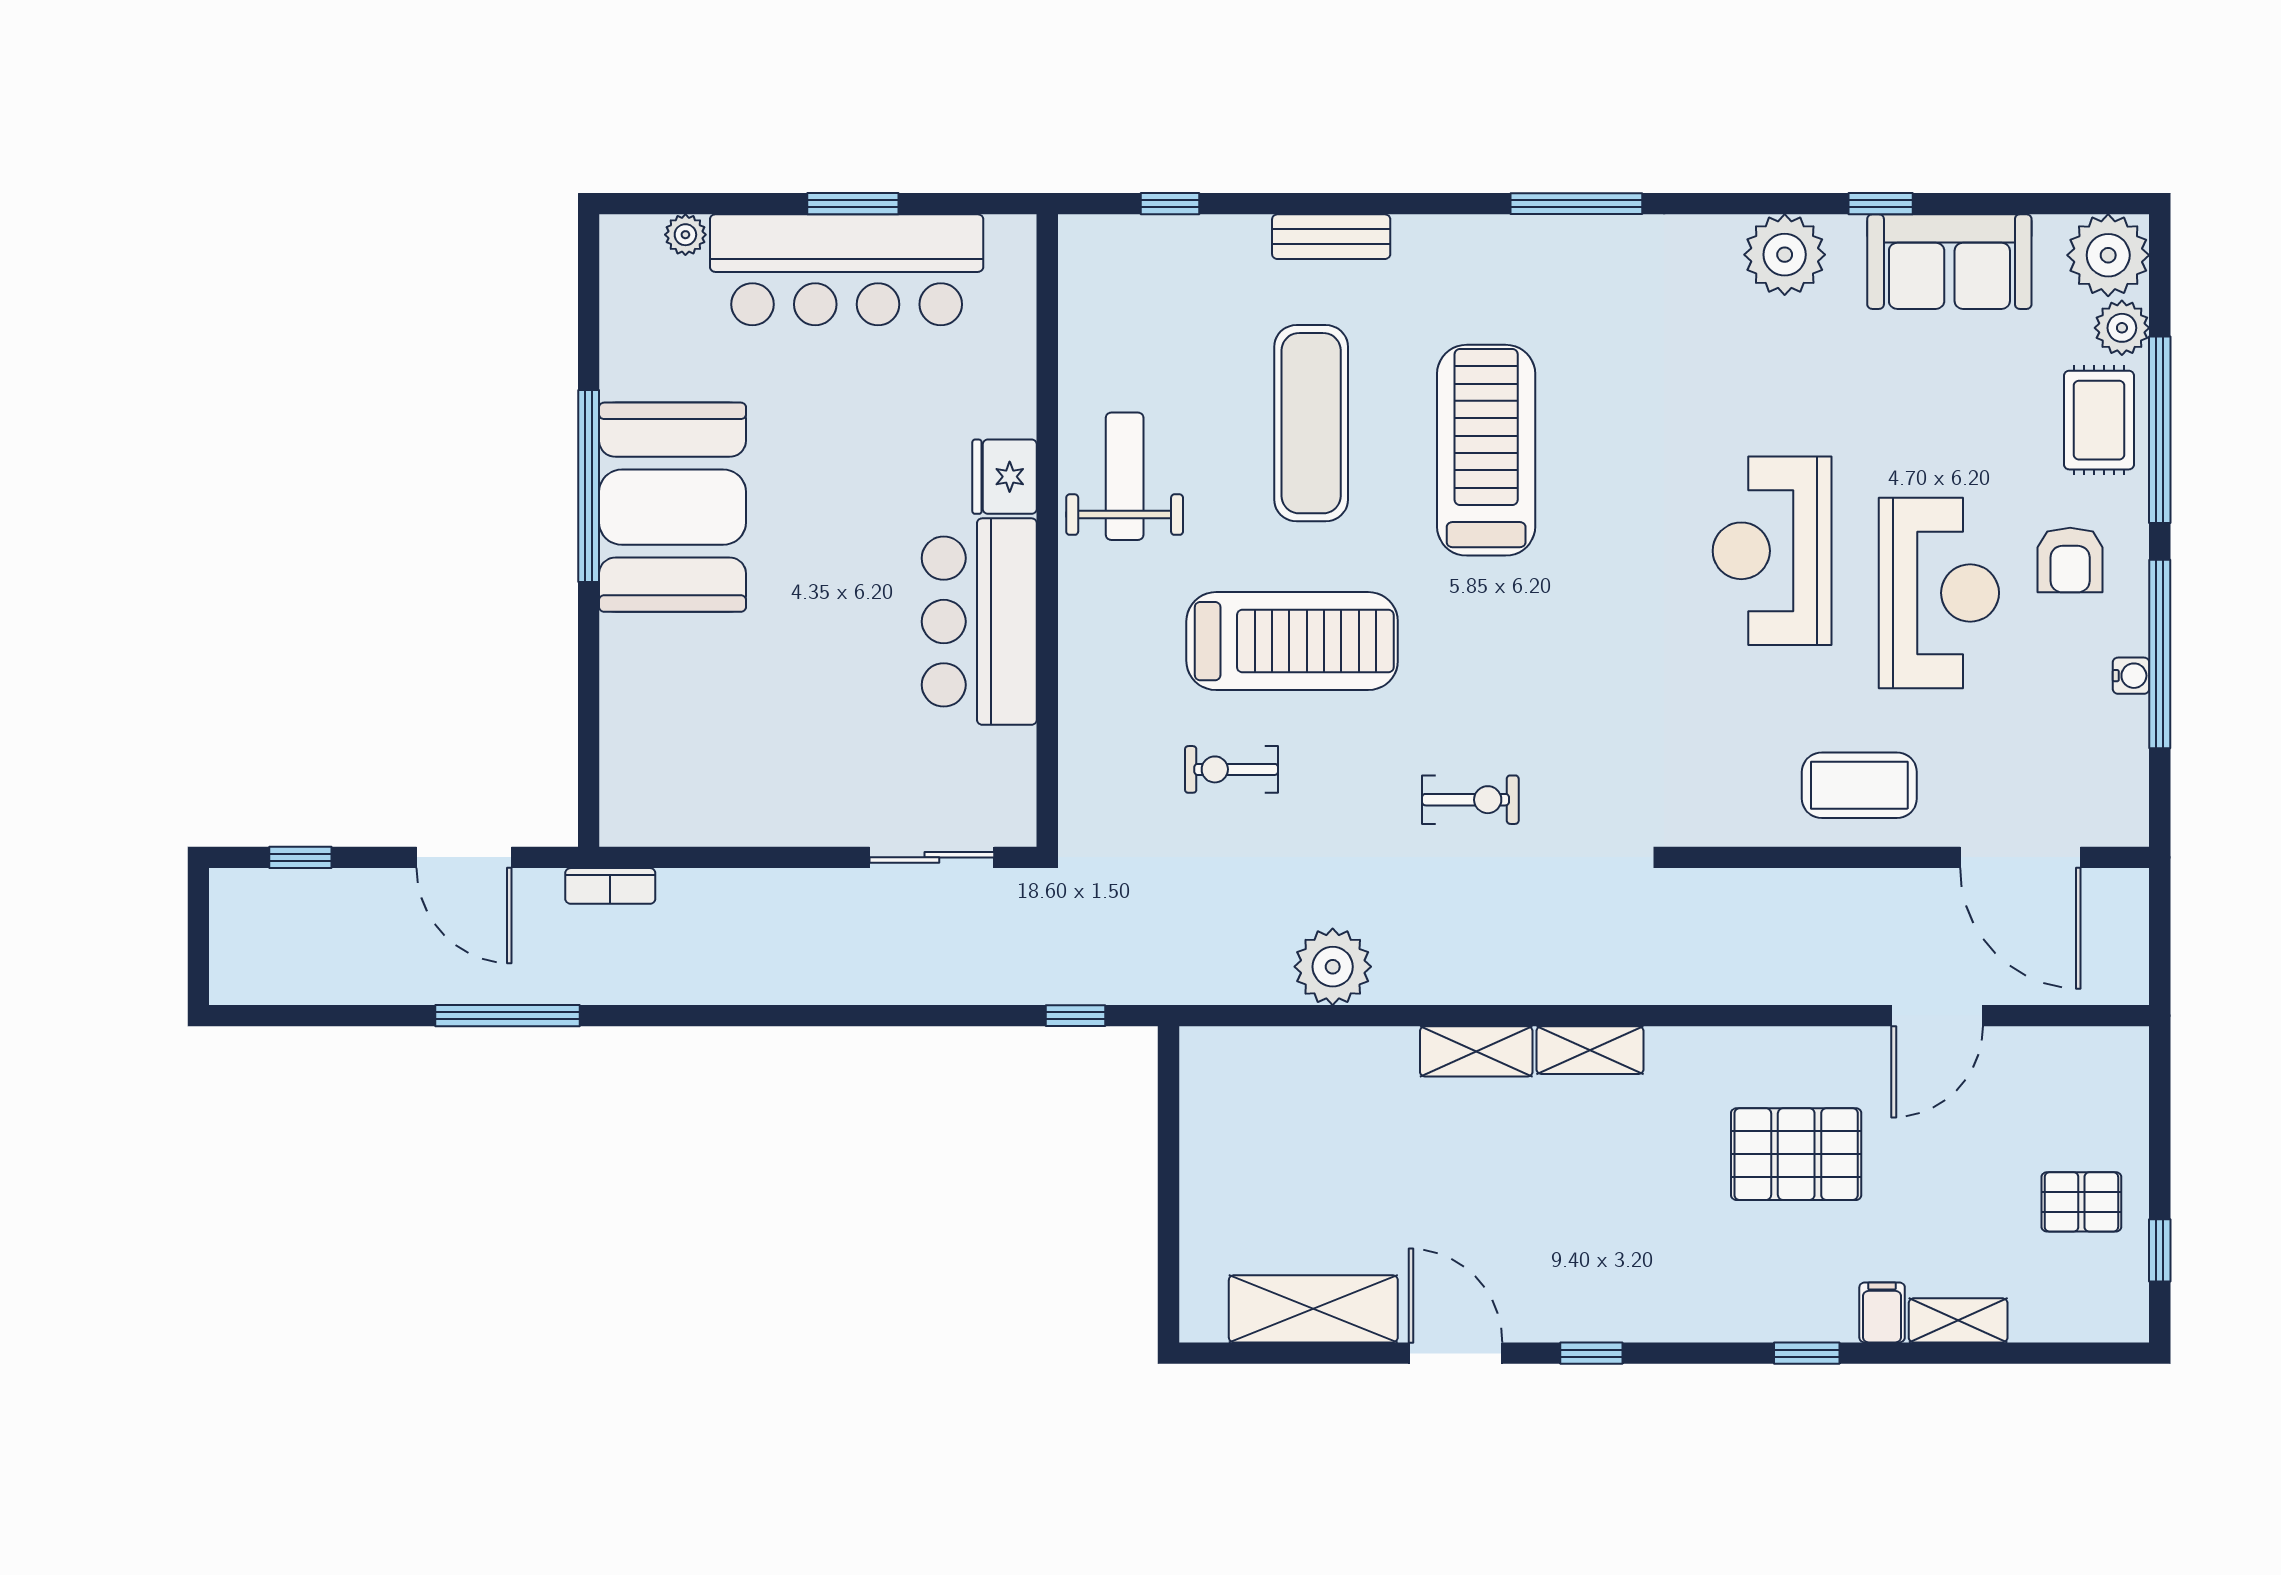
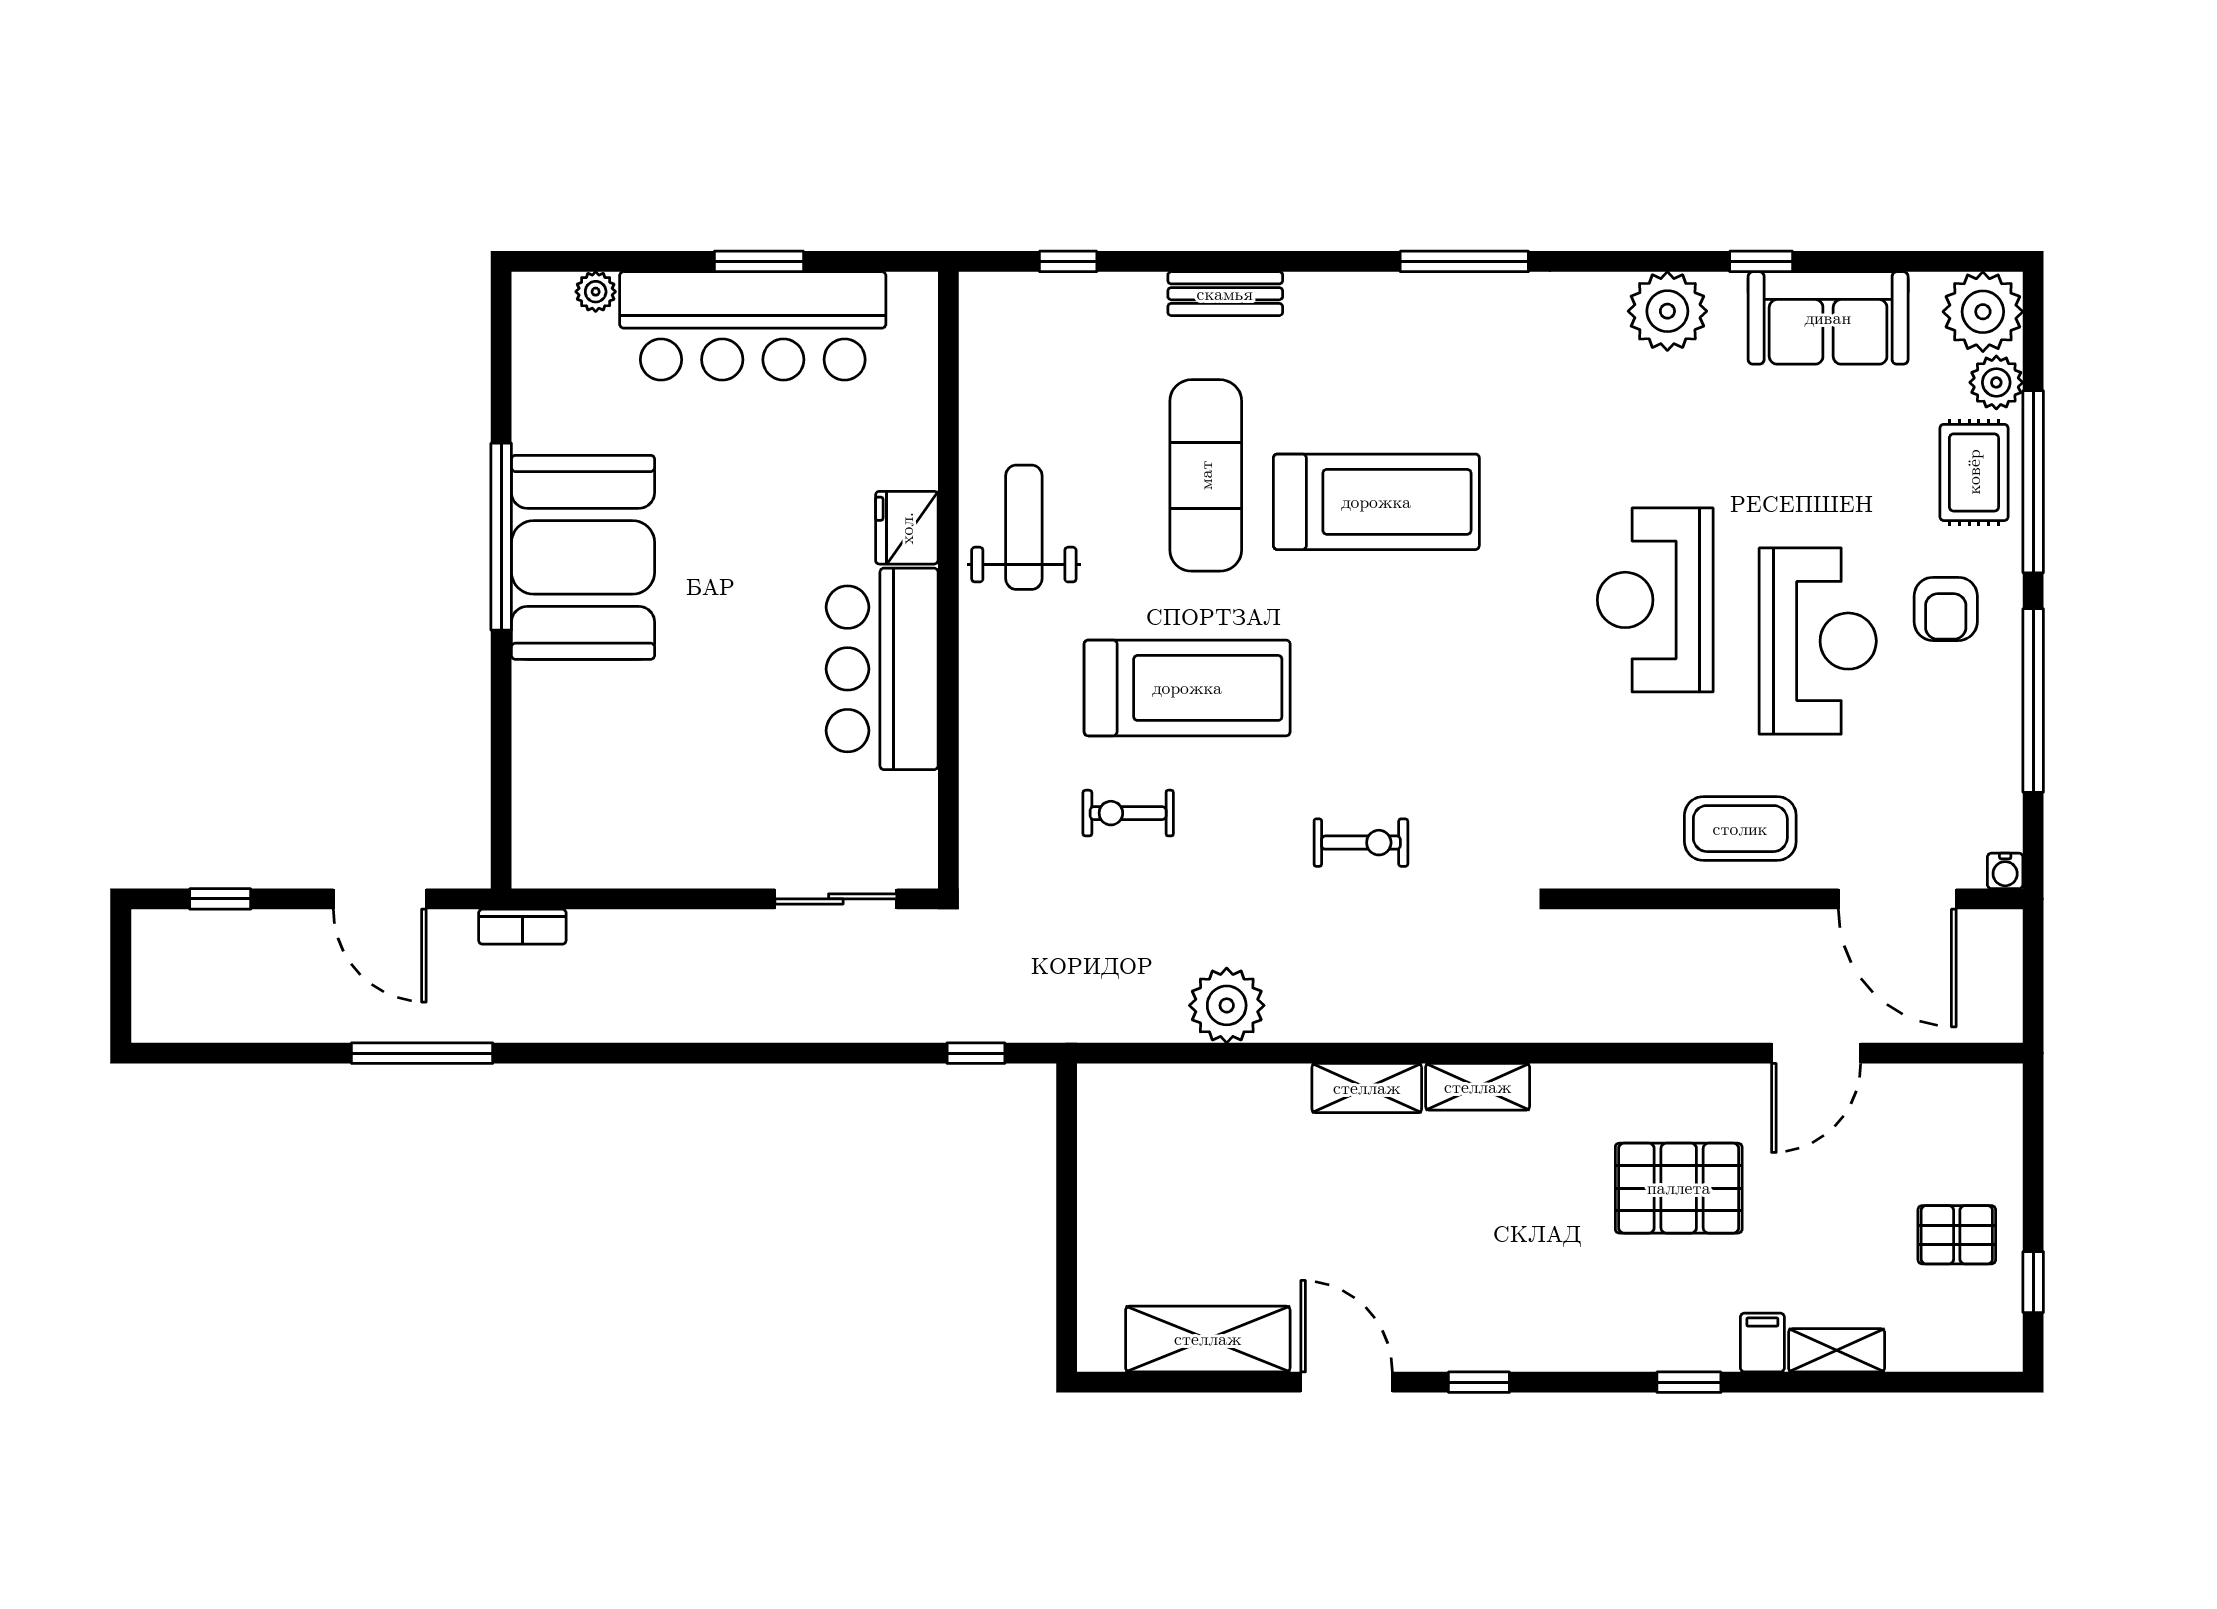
treadmill: (1486, 450) -> (1376, 502), turned 90
water cooler: (2131, 676) -> (2005, 871), moved, turned 90

